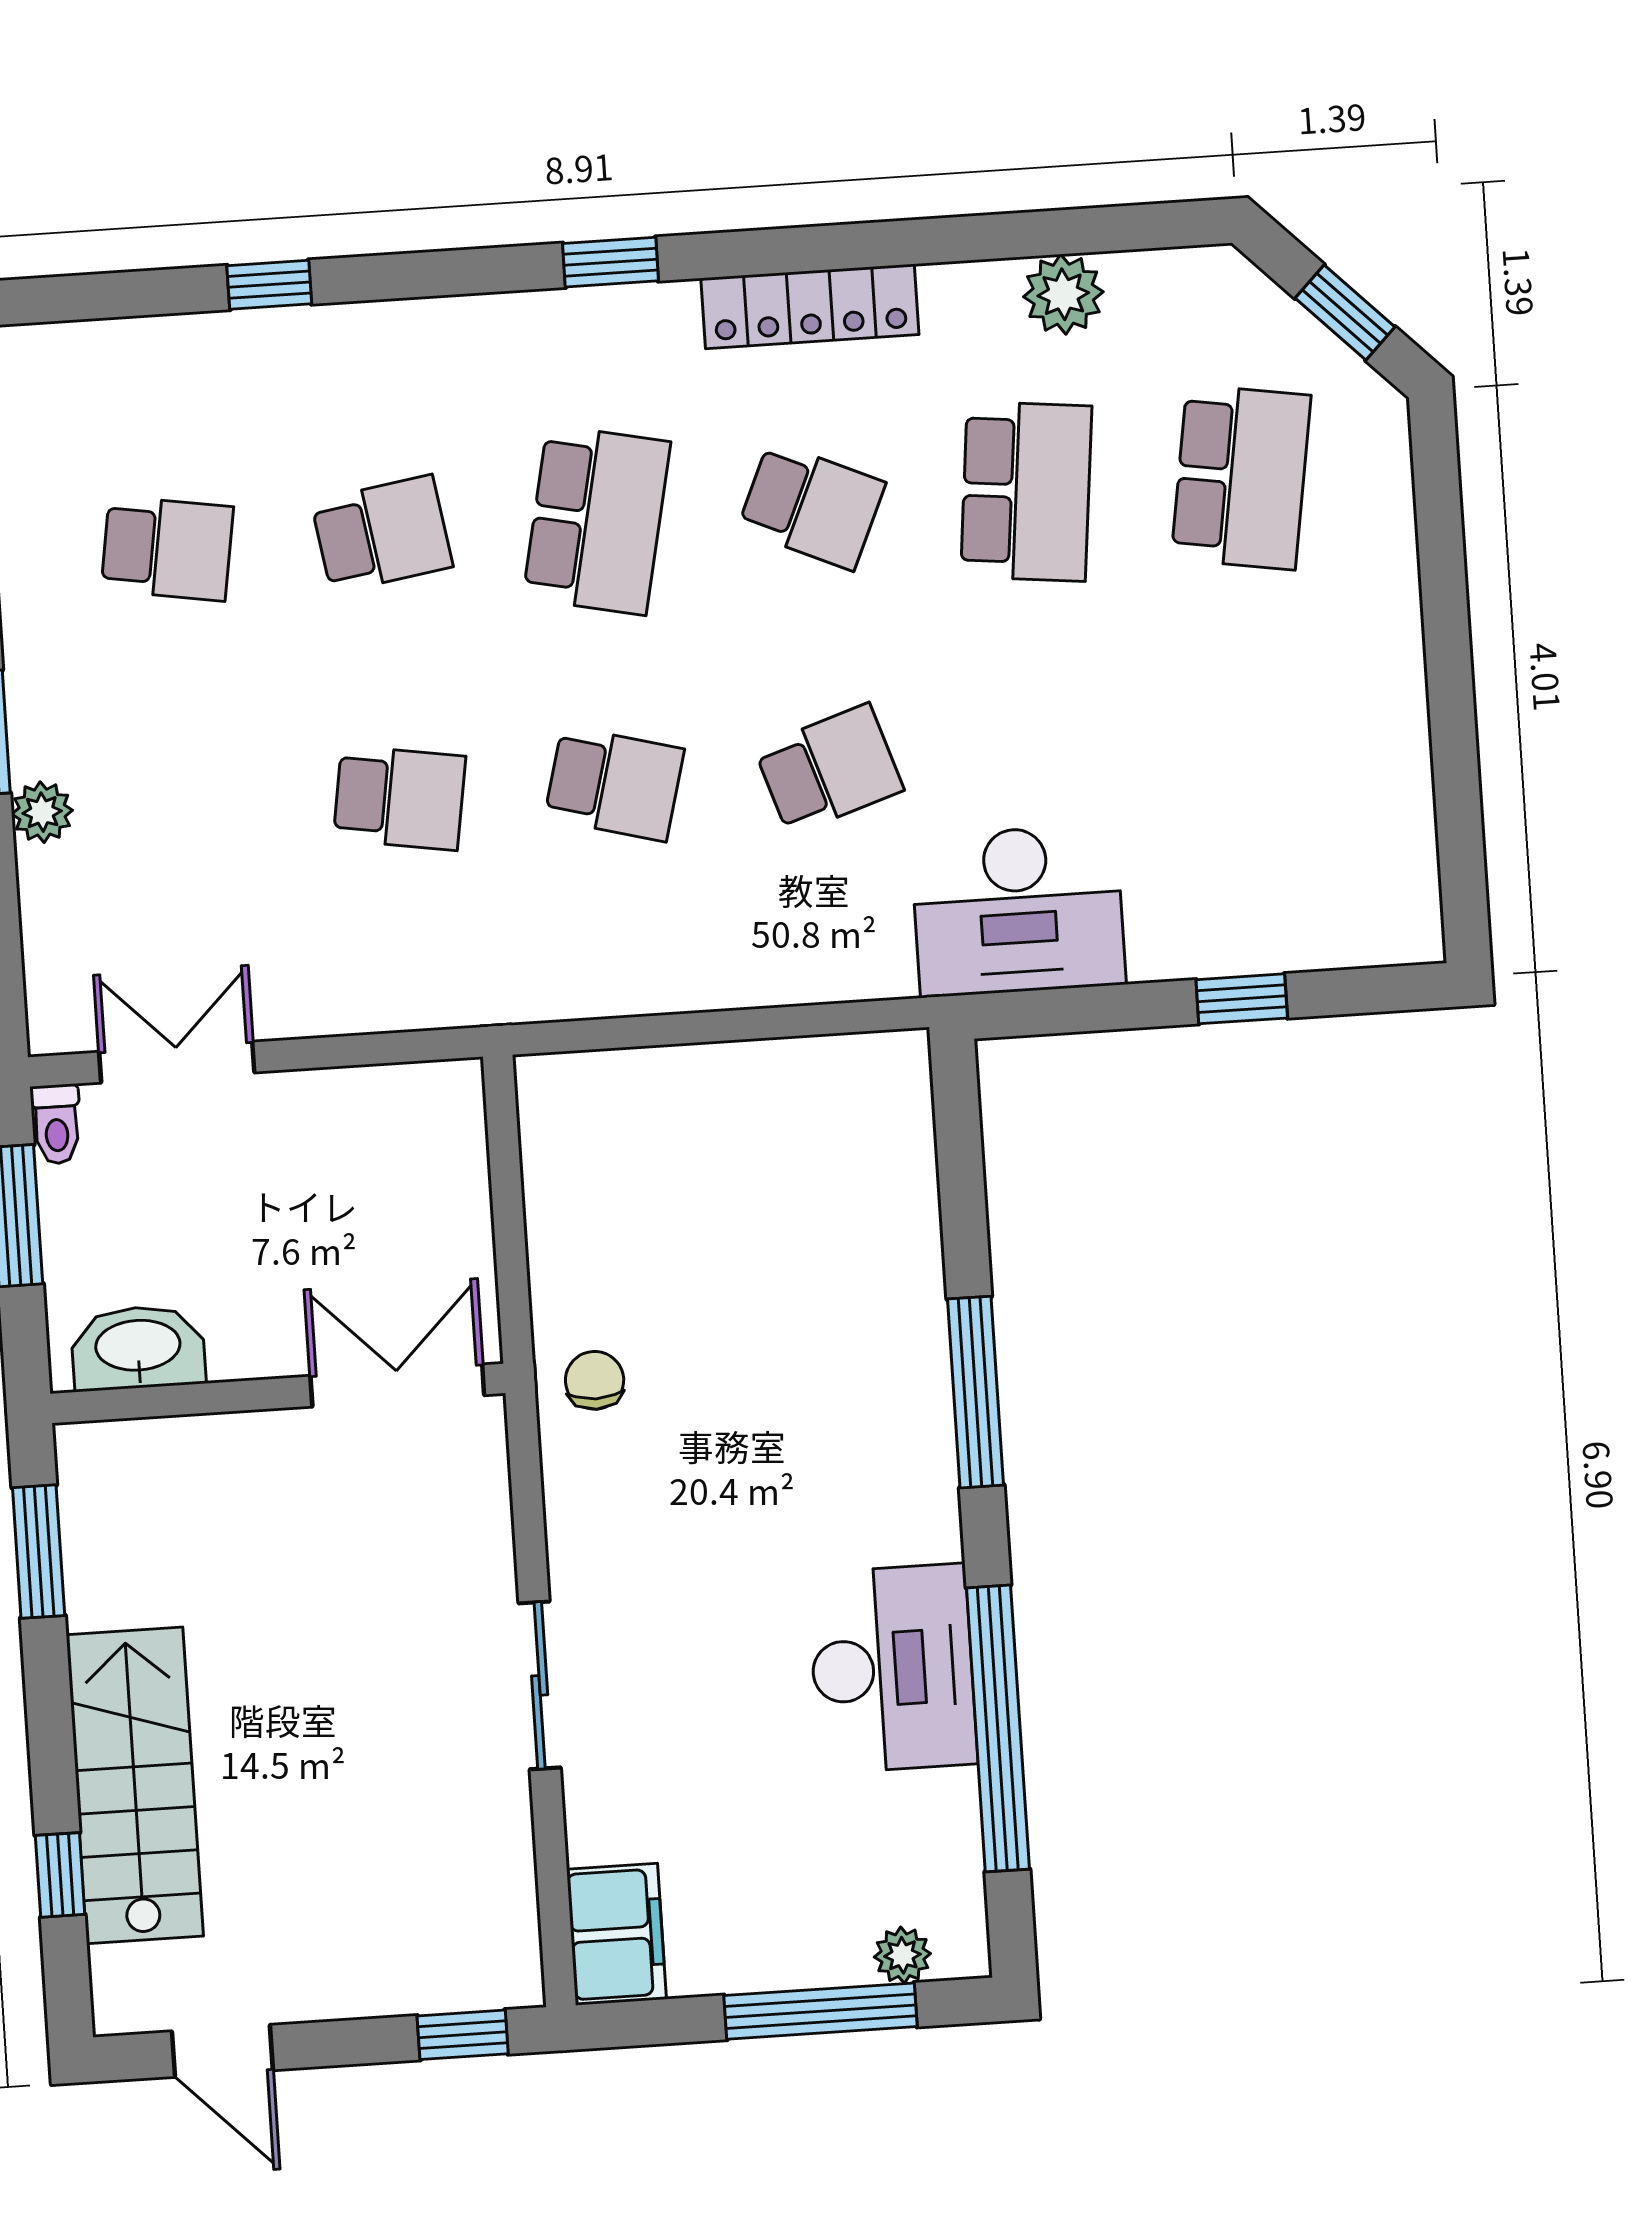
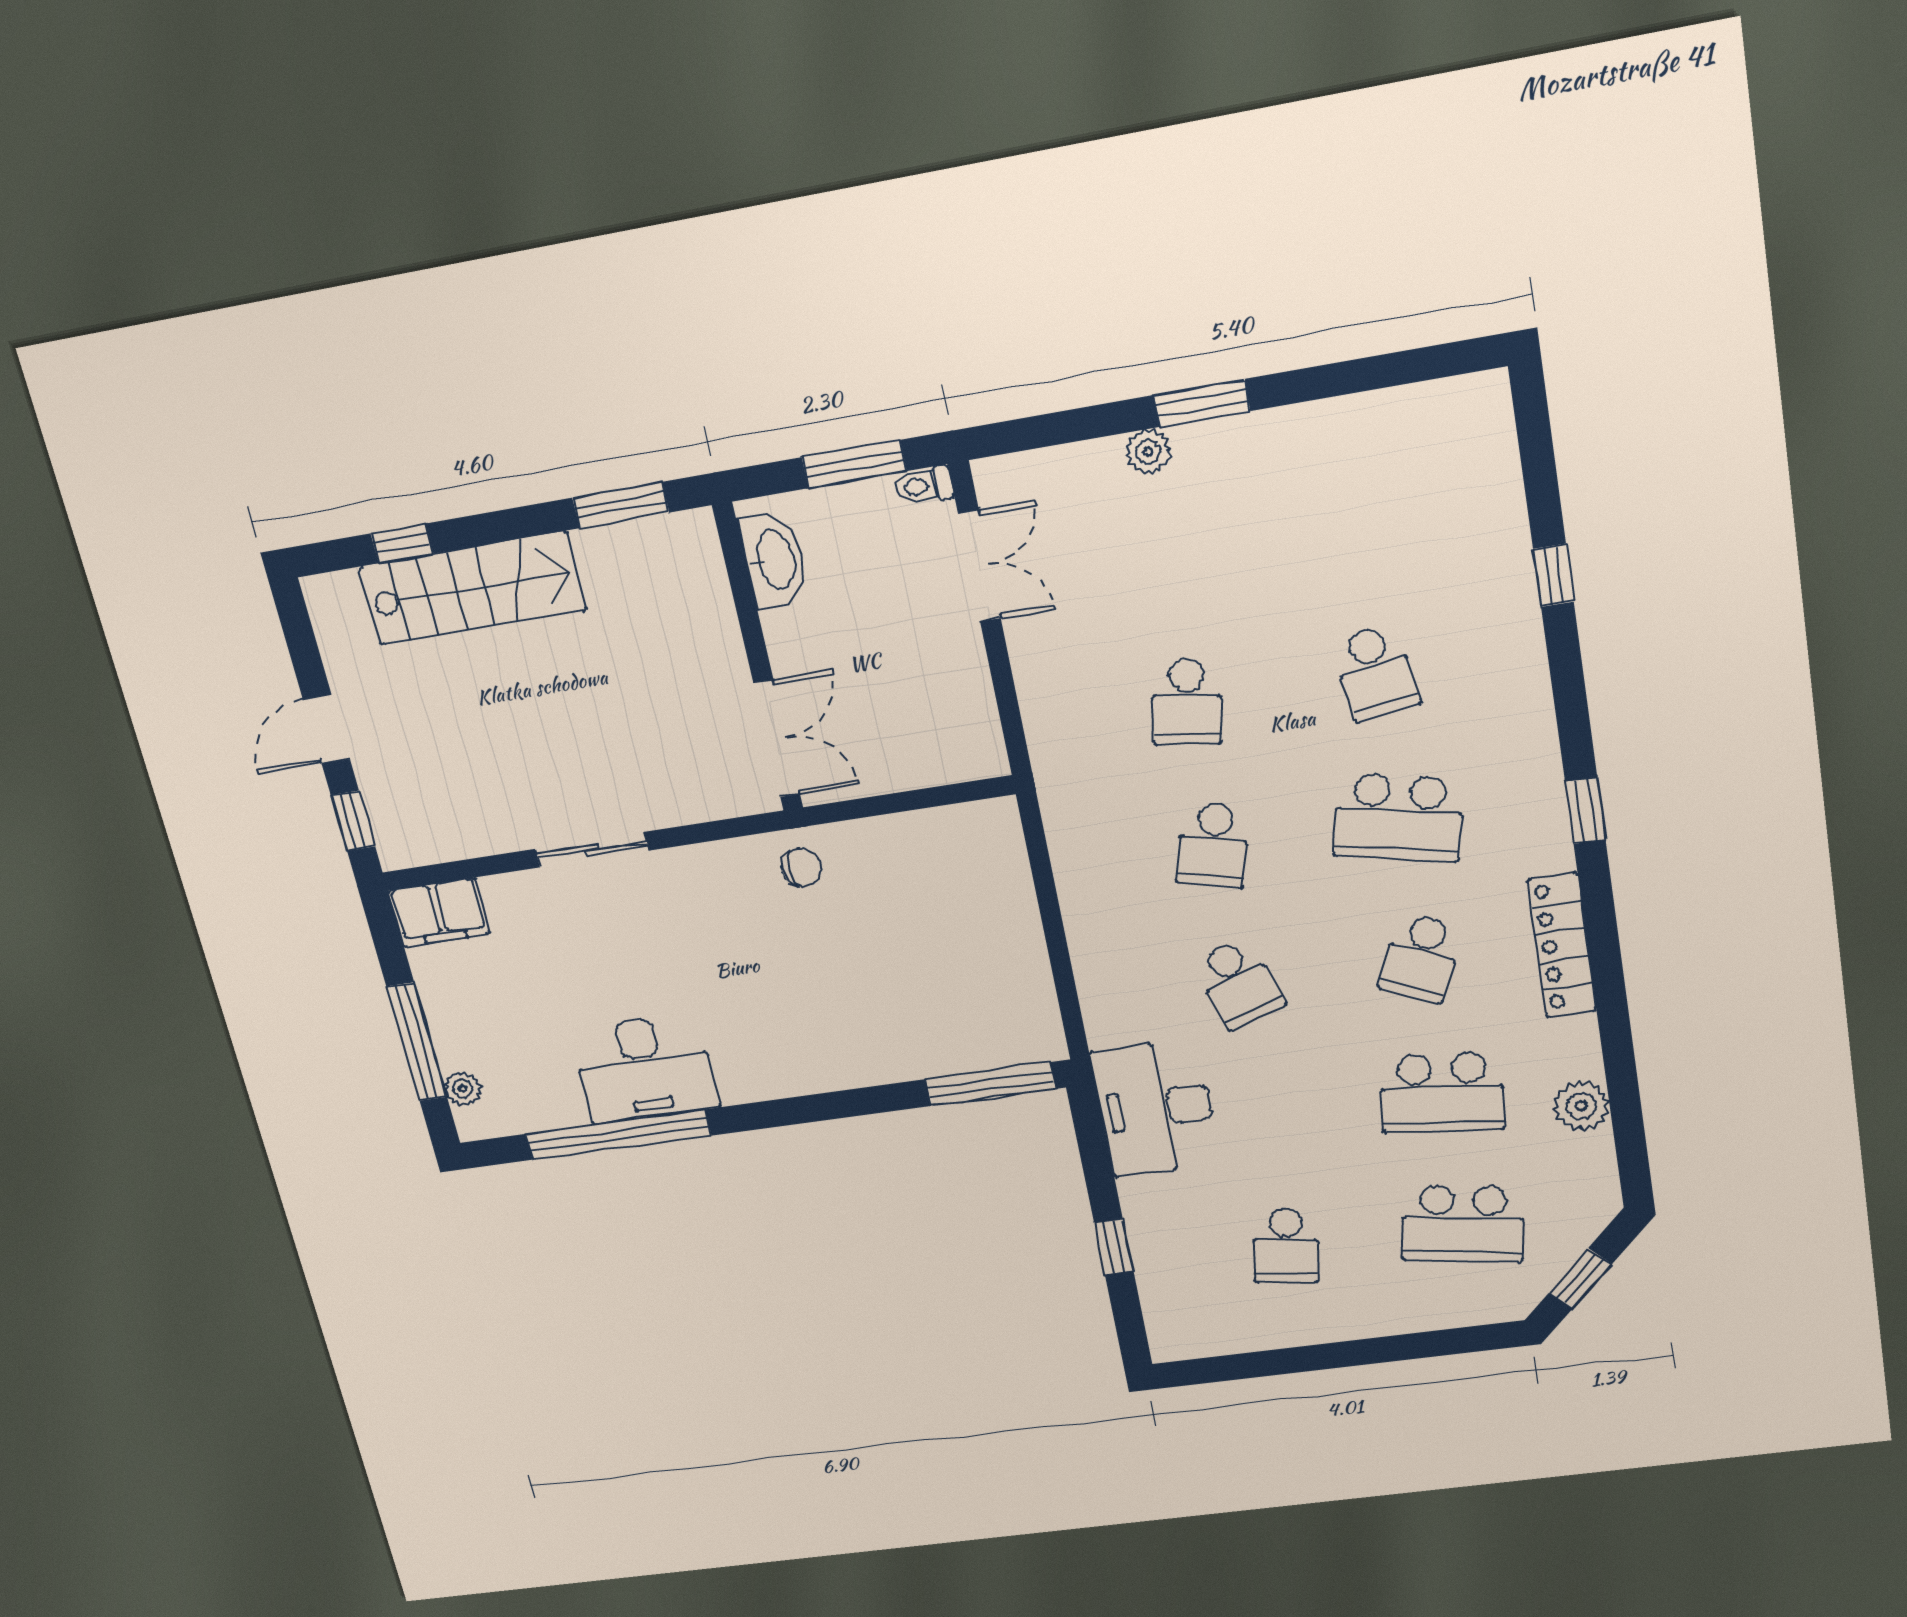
school desk: (167, 548) -> (1286, 1246), moved
window: (976, 1392) -> (990, 1084), moved
door: (222, 2051) -> (327, 729), moved

